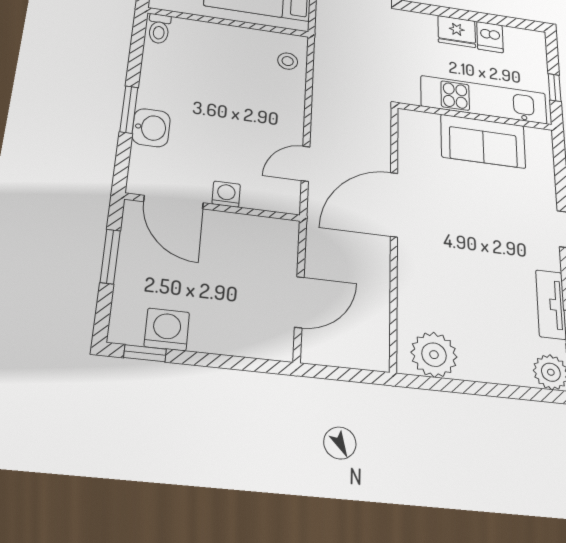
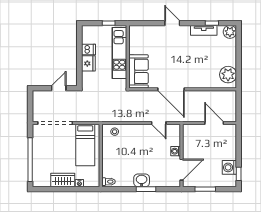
washbasin: (151, 128) -> (142, 180), moved
sofa: (483, 141) -> (138, 71), moved

